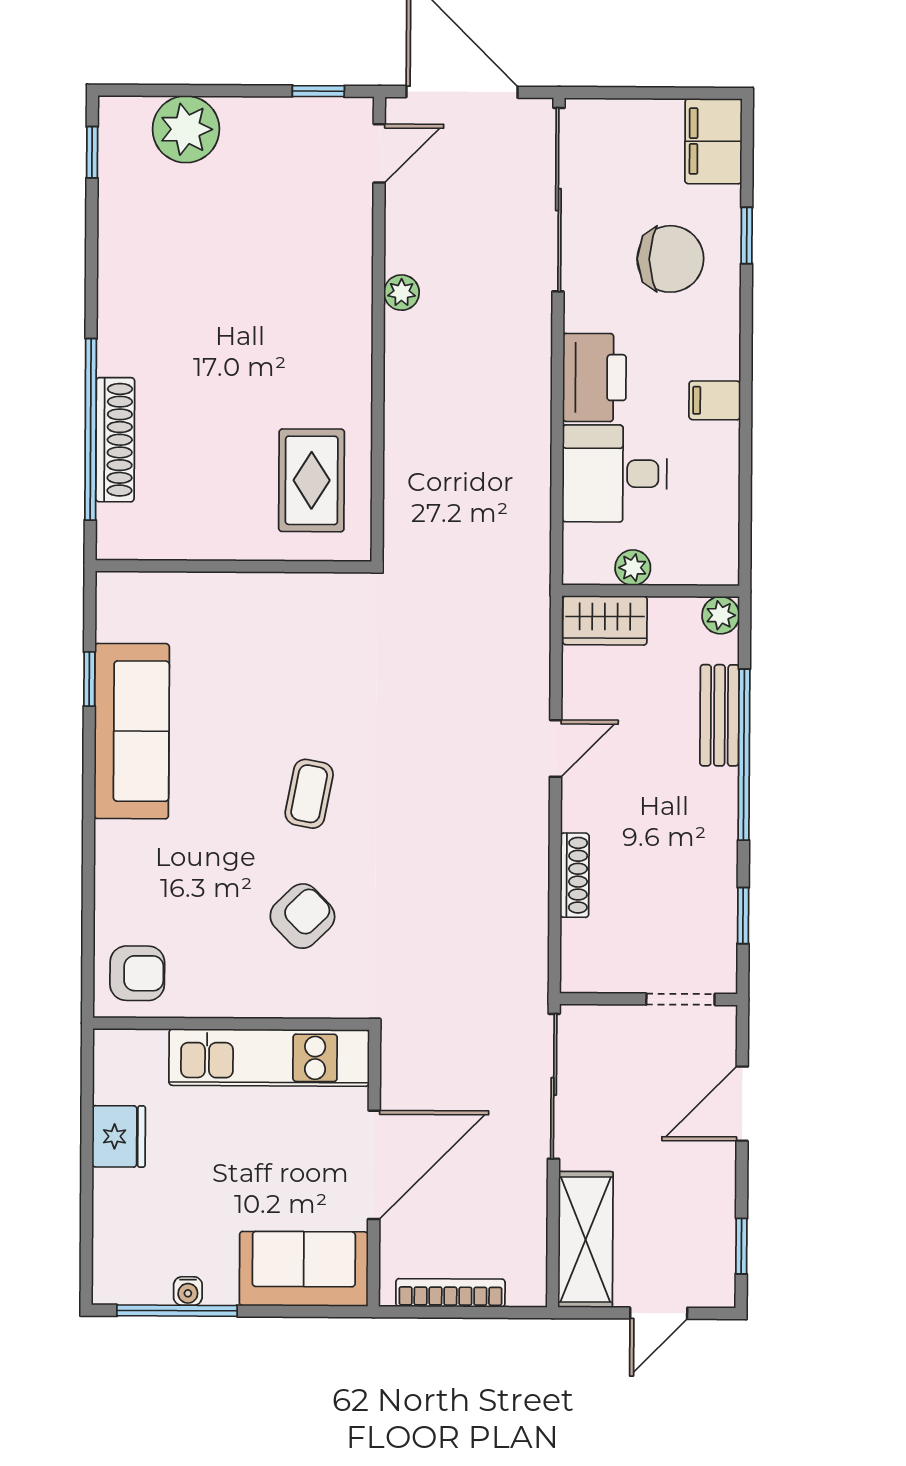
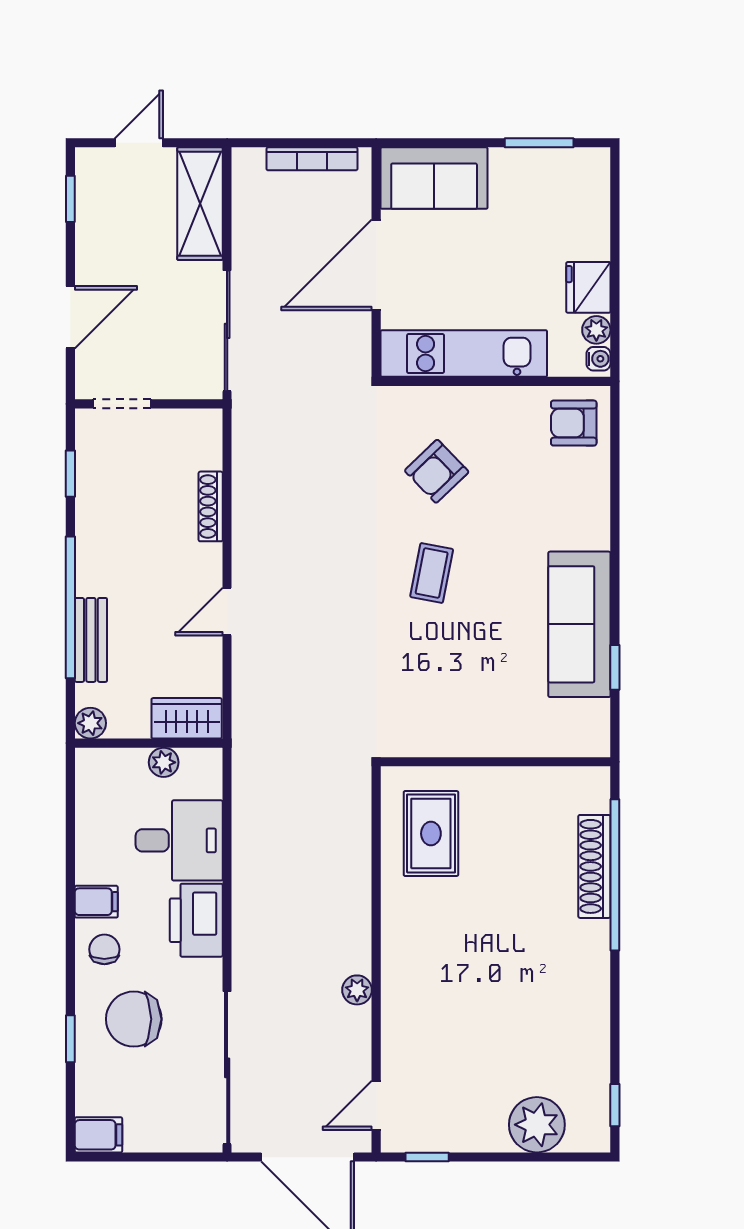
filing cabinet: (713, 141) -> (98, 1135), width x0.50
chair: (705, 343) -> (104, 949), added
plant: (109, 1085) -> (596, 330), added
water cooler: (188, 1291) -> (598, 359), moved, turned 90
window: (177, 1311) -> (539, 143), width x0.69

